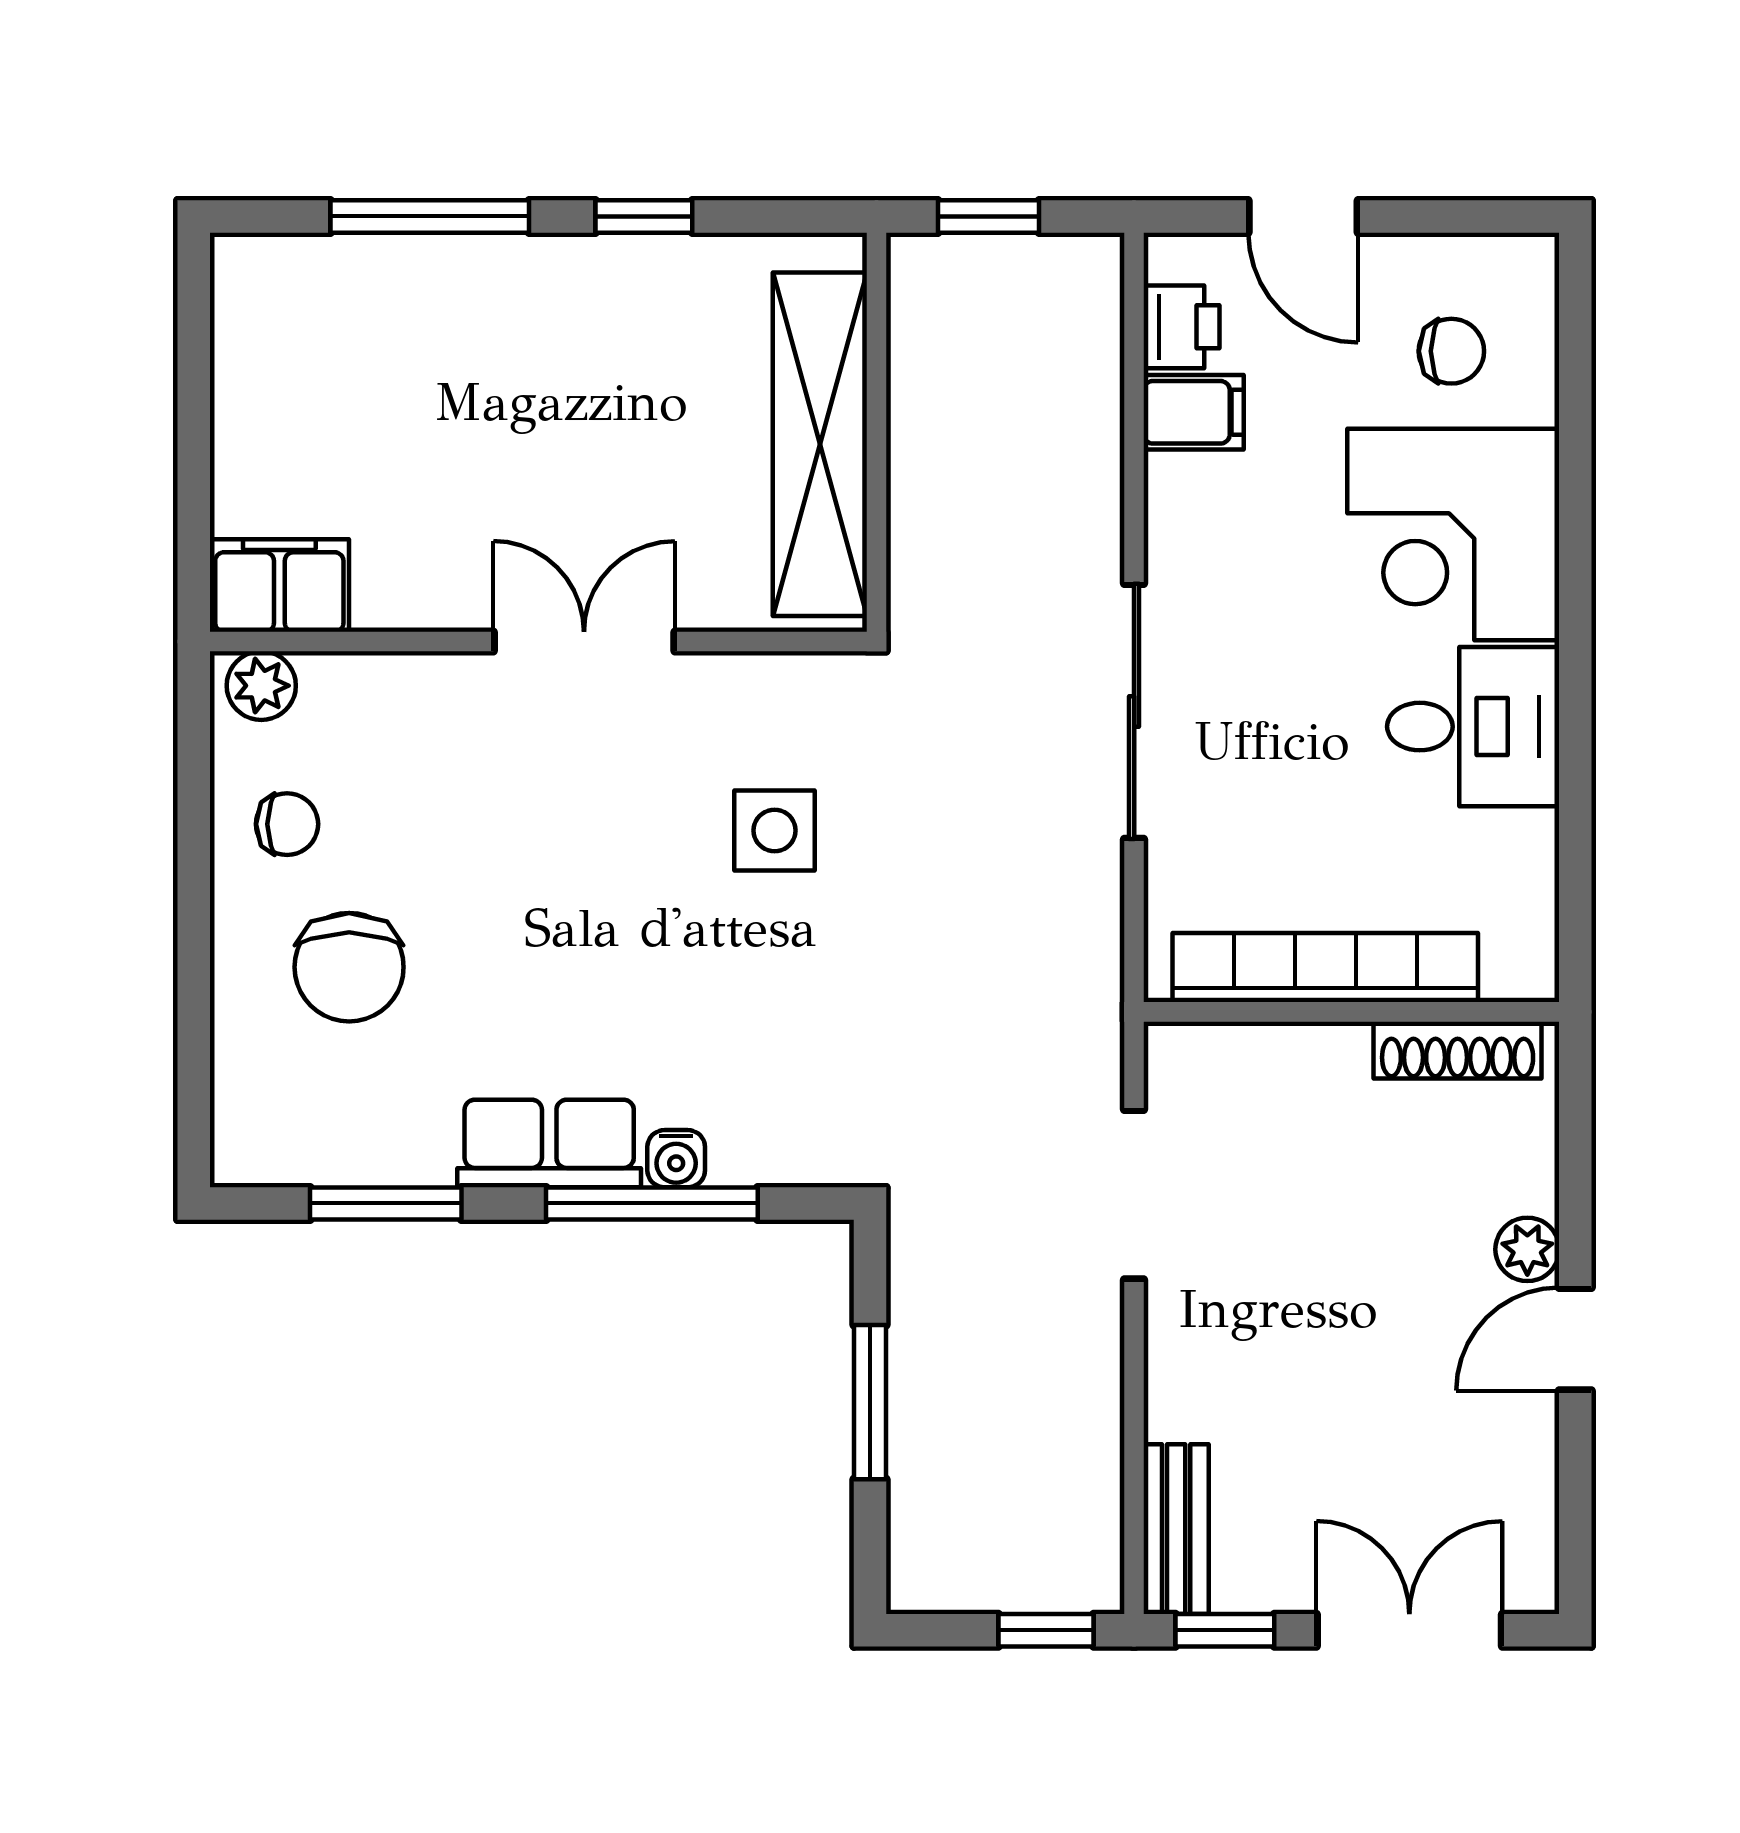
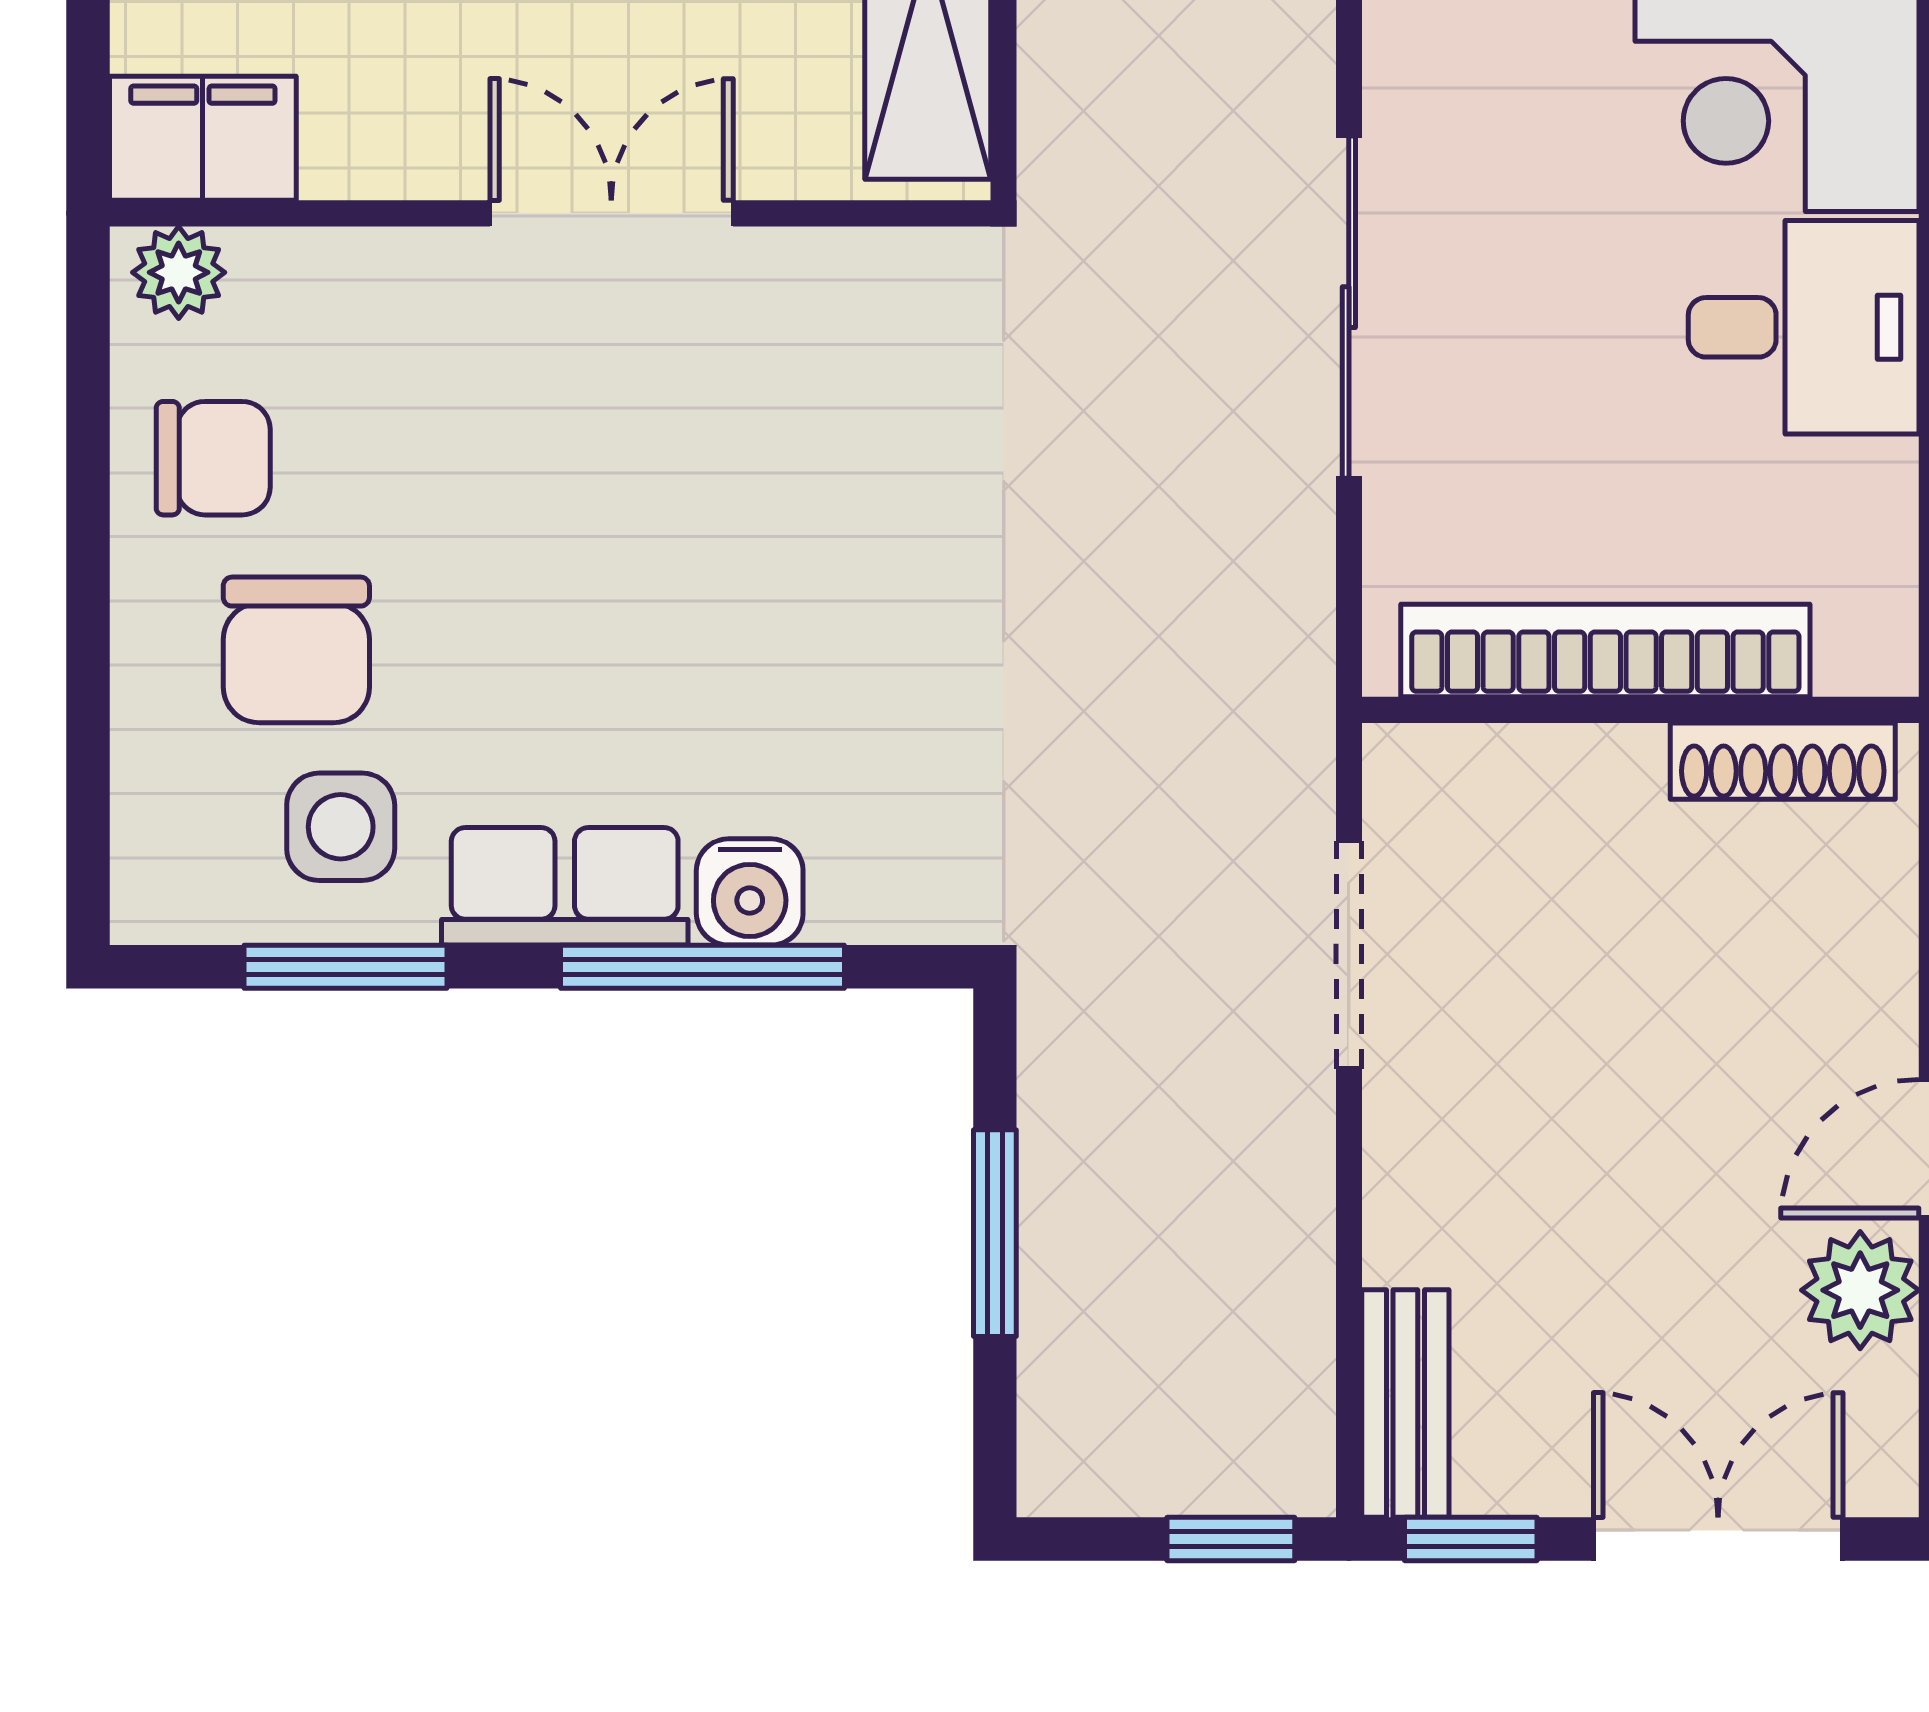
chair: (287, 824) -> (213, 458), width x1.37, depth x1.37
side table: (775, 830) -> (341, 827), moved
water cooler: (676, 1159) -> (750, 892), width x1.38, depth x1.38
plant: (1527, 1249) -> (1860, 1290), moved, width x1.38, depth x1.38

